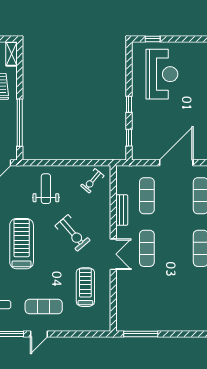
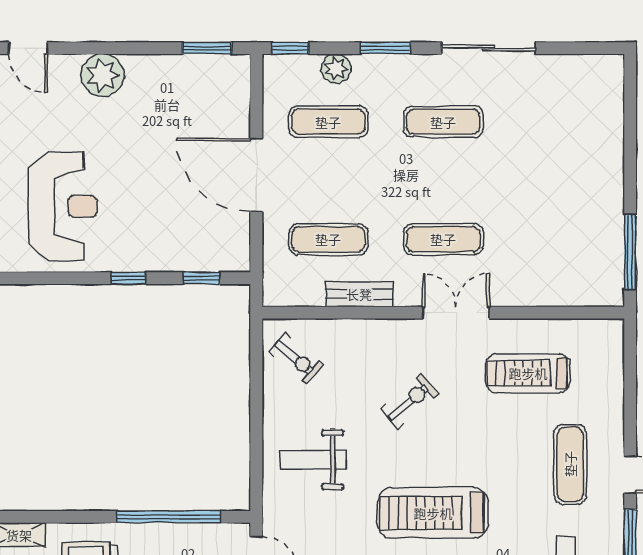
reception desk: (162, 74) -> (63, 206), turned 90
exercise bike: (73, 233) -> (410, 401), width x0.73, depth x0.72

